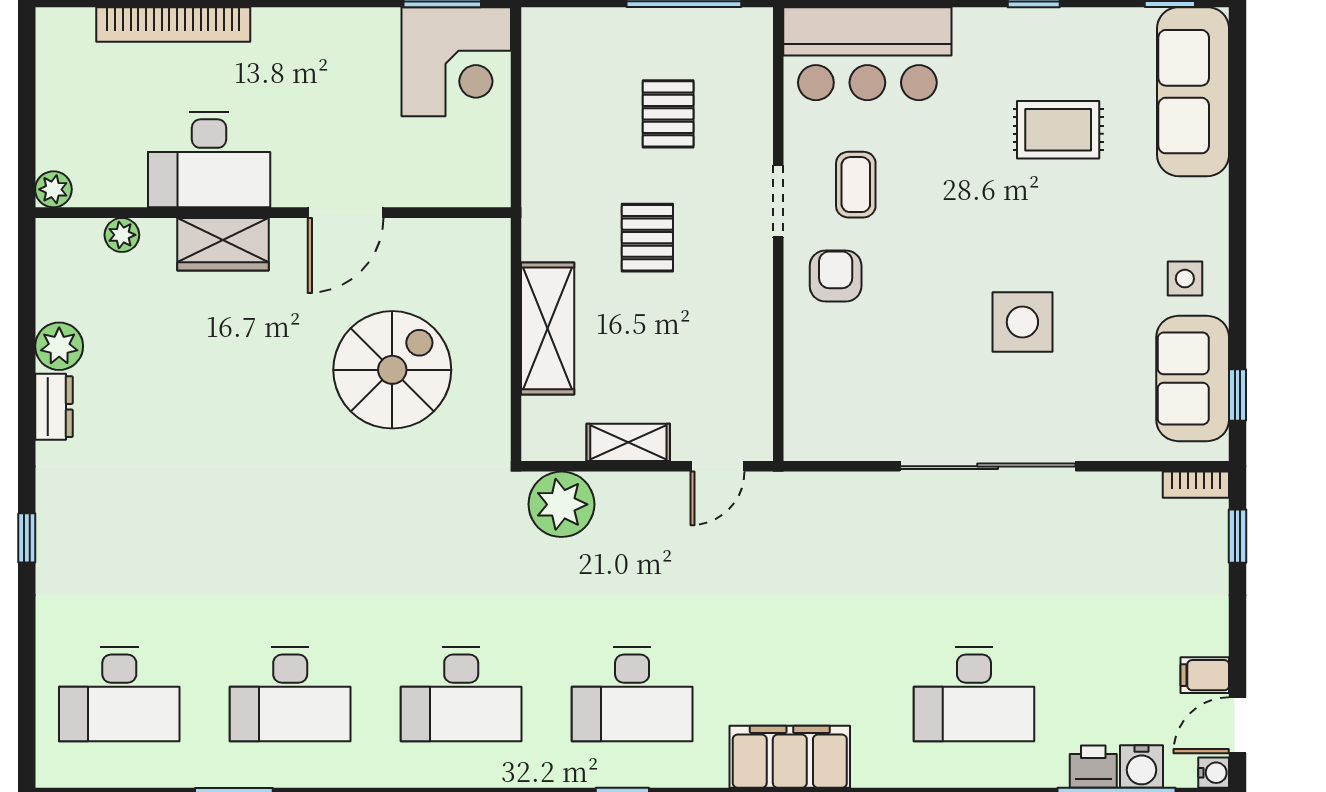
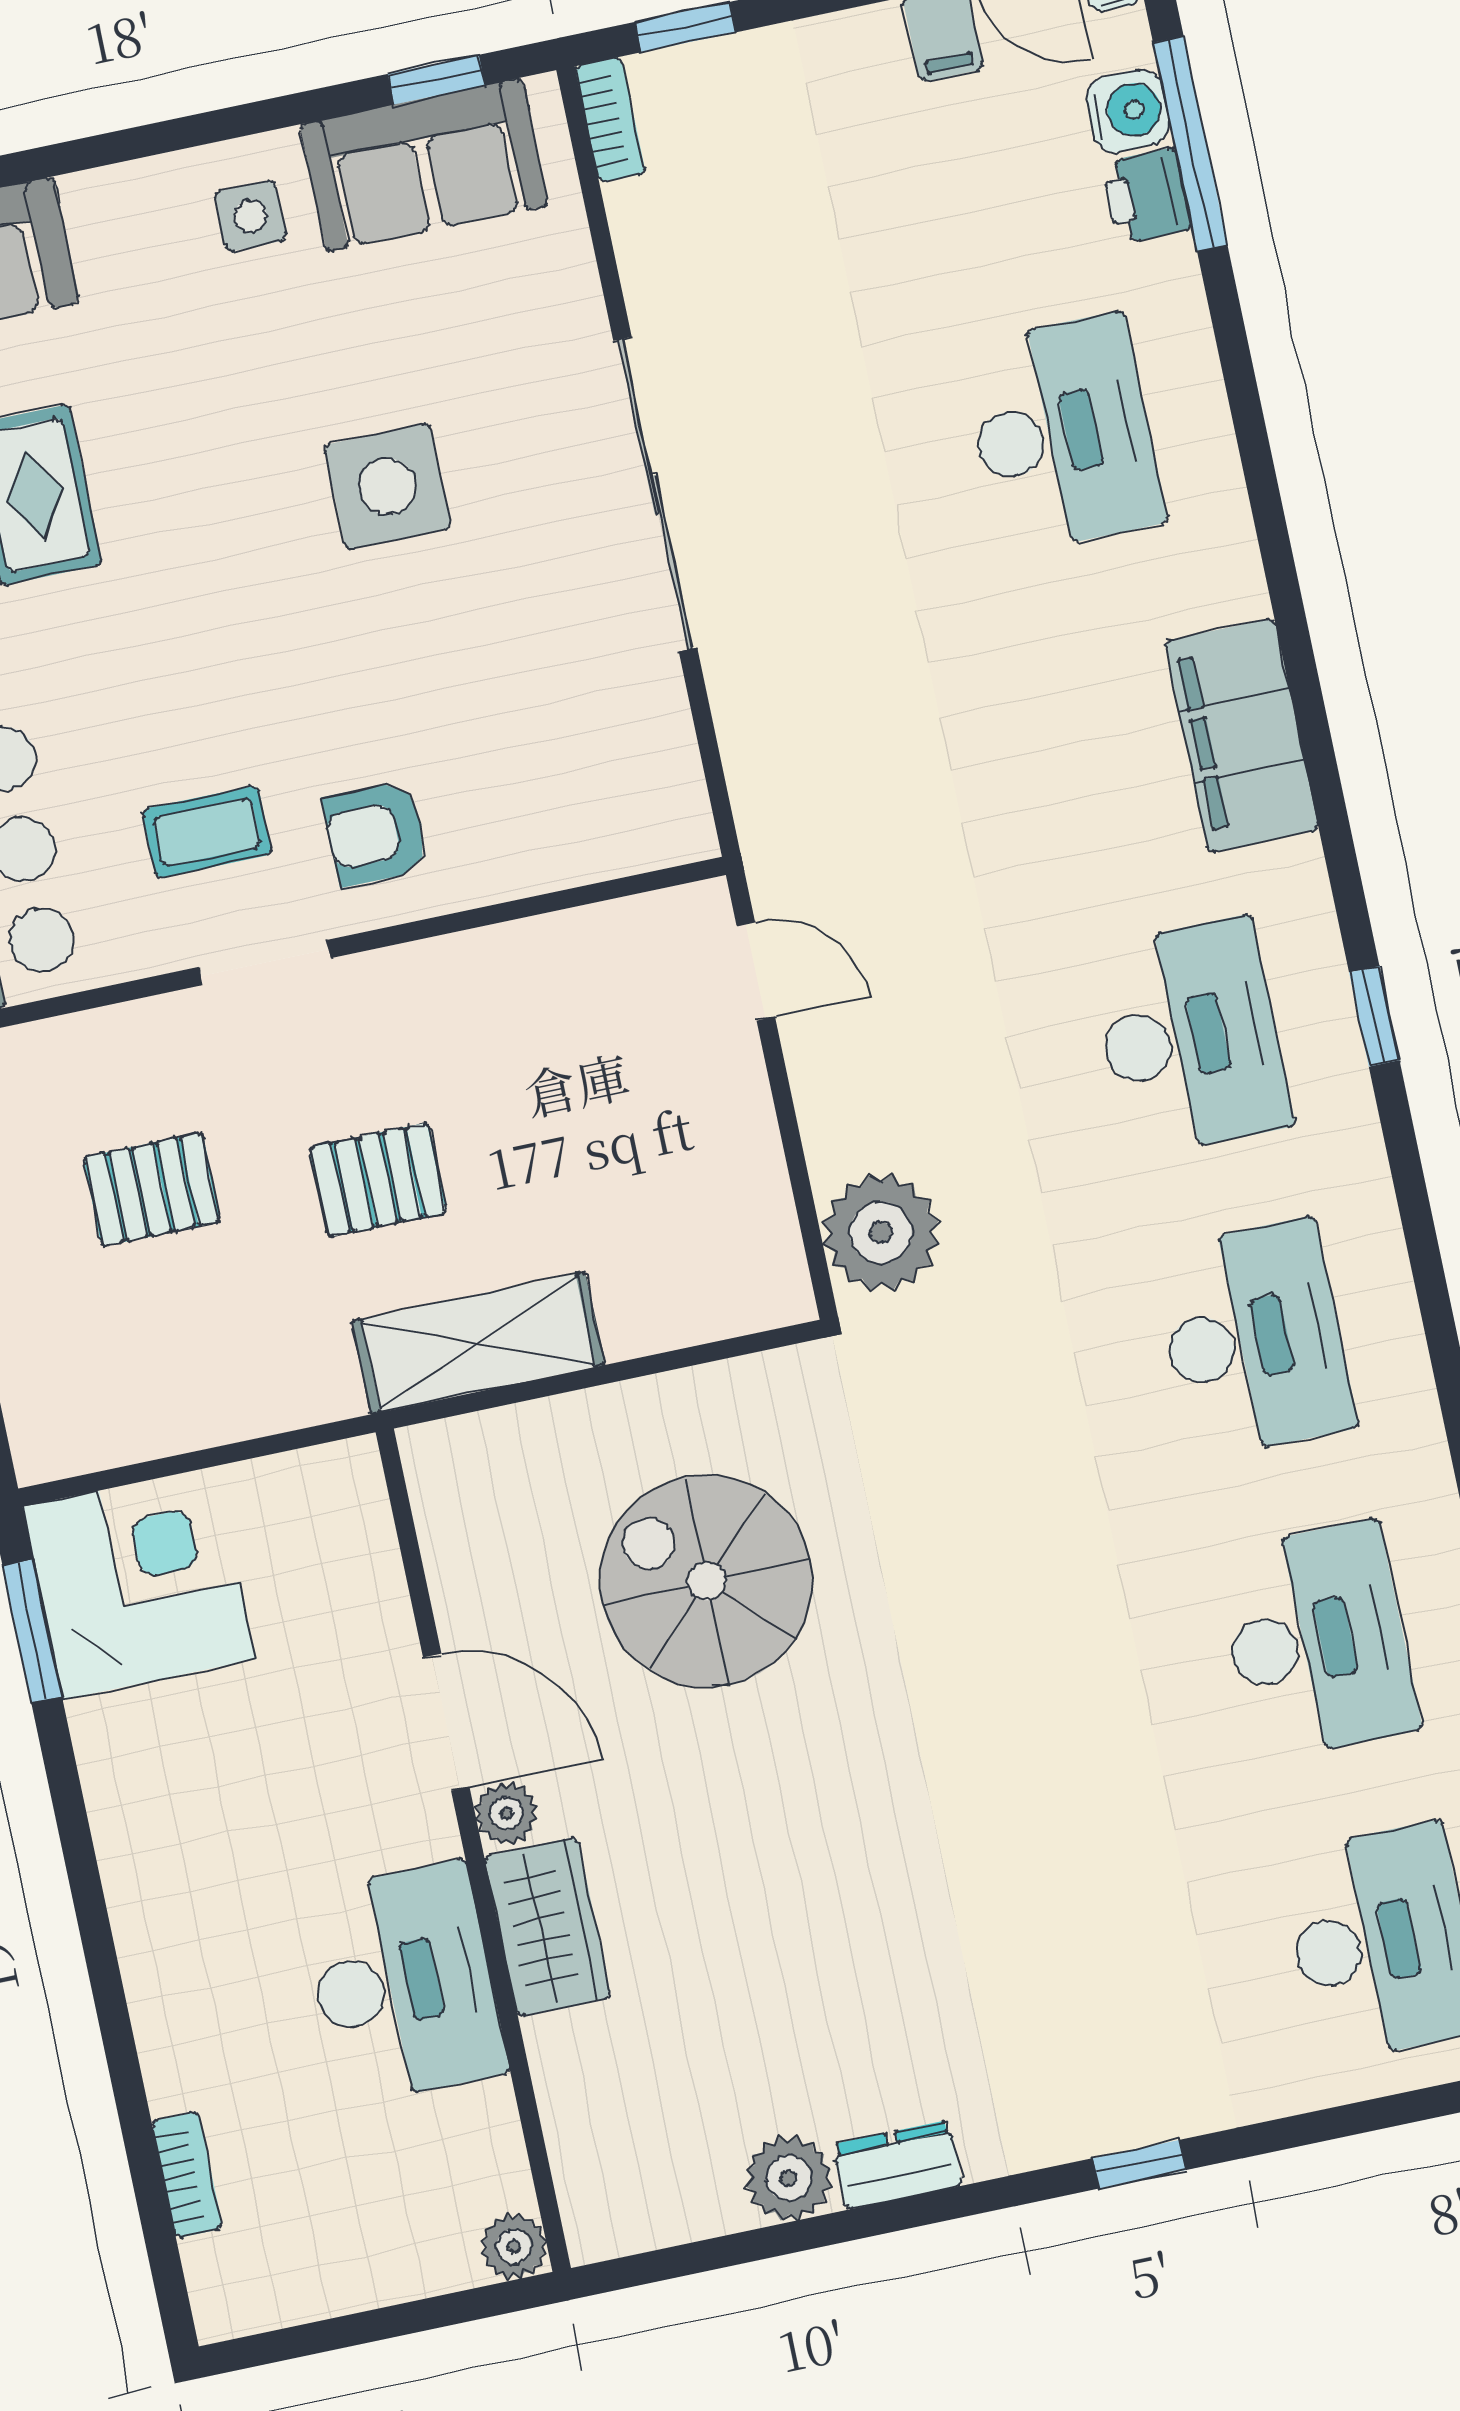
bookcase: (173, 25) -> (187, 2175), width x0.43, depth x0.76
plant: (122, 235) -> (507, 1813), moved
shelving: (548, 328) -> (478, 1343), moved
shelving: (628, 442) -> (747, 1138), removed

